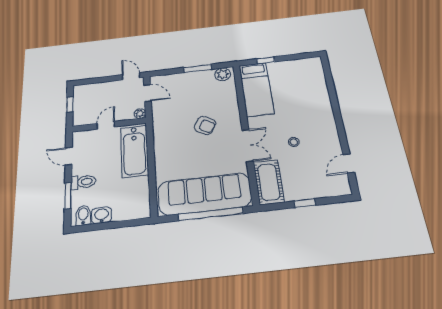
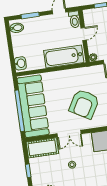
door: (106, 125) -> (84, 34), hinge flipped
armchair: (205, 125) -> (84, 104), width x1.88, depth x1.88
toilet: (83, 182) -> (74, 19), moved
washbasin: (102, 215) -> (20, 63), moved

